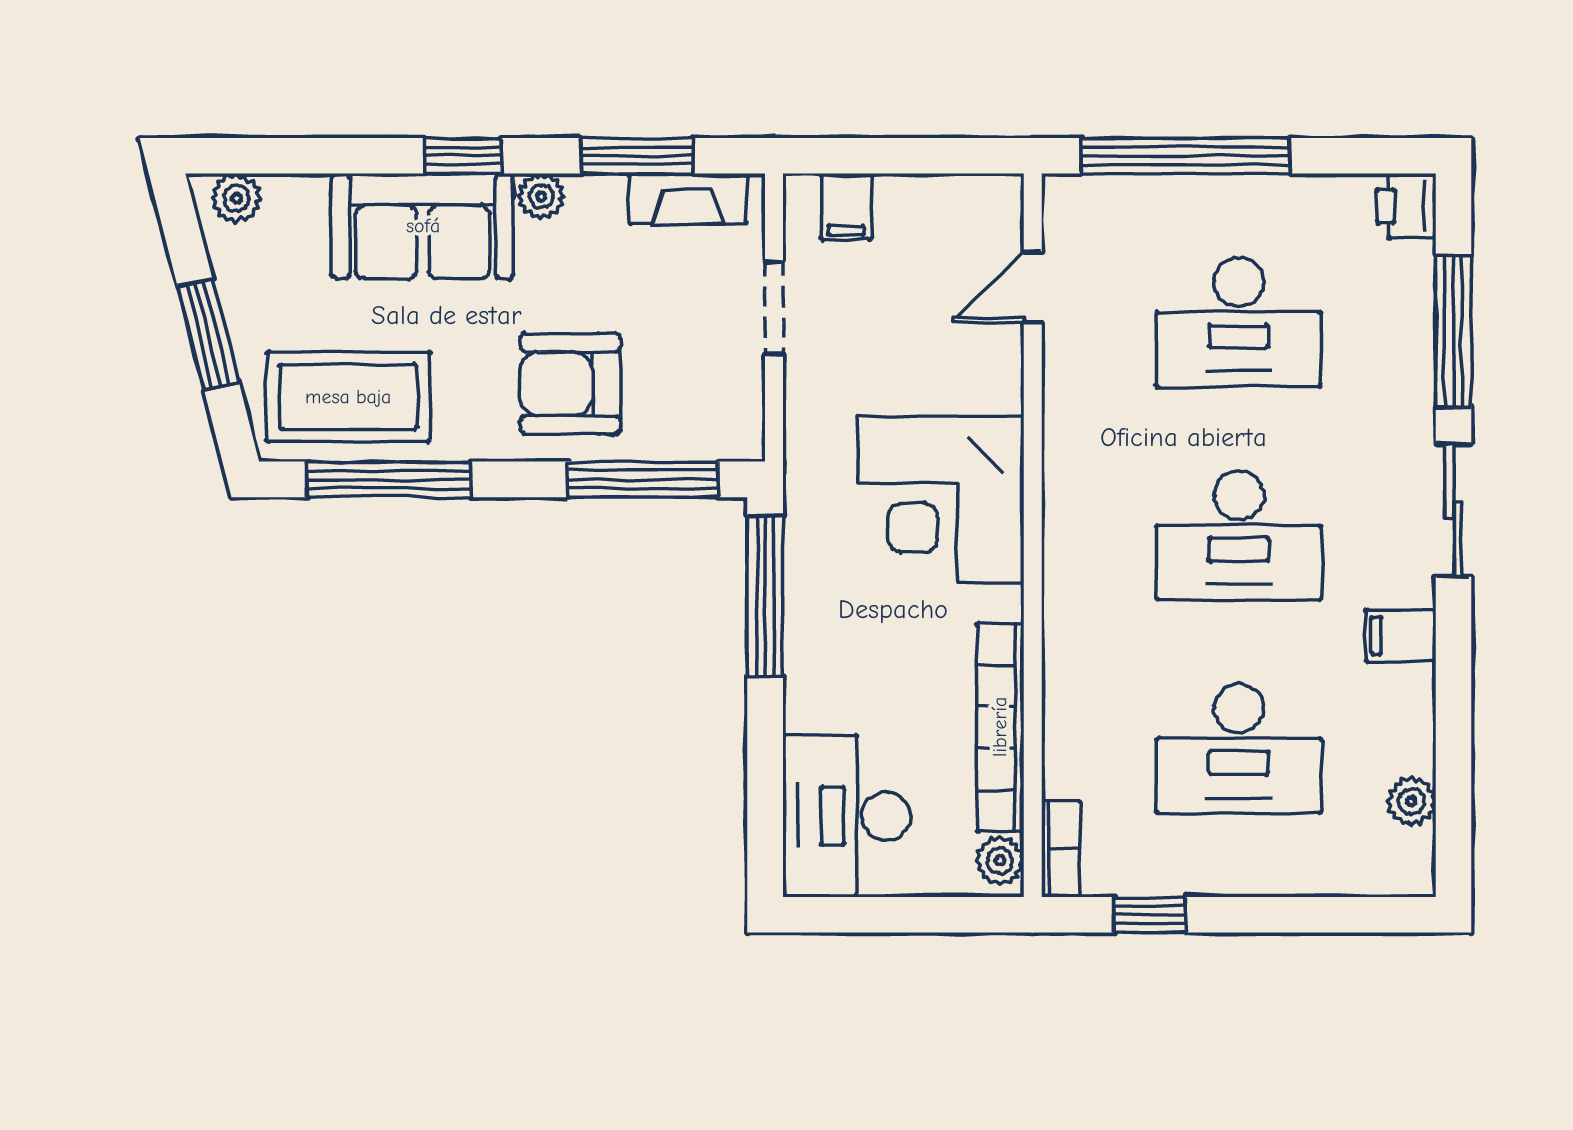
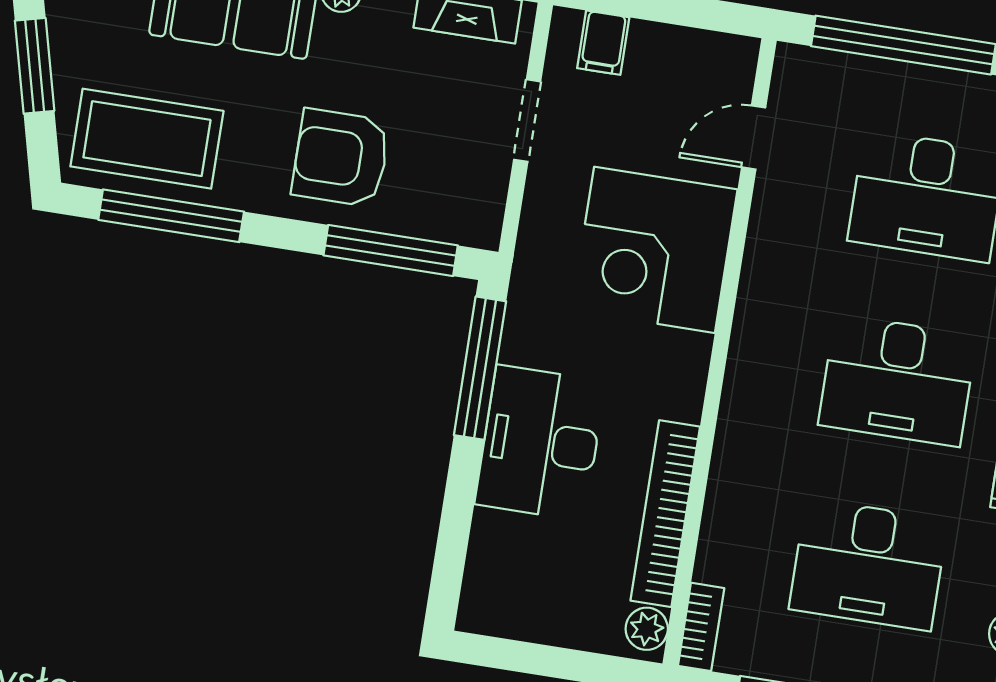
corner desk: (941, 499) -> (654, 250), moved
desk: (846, 816) -> (540, 443), moved

